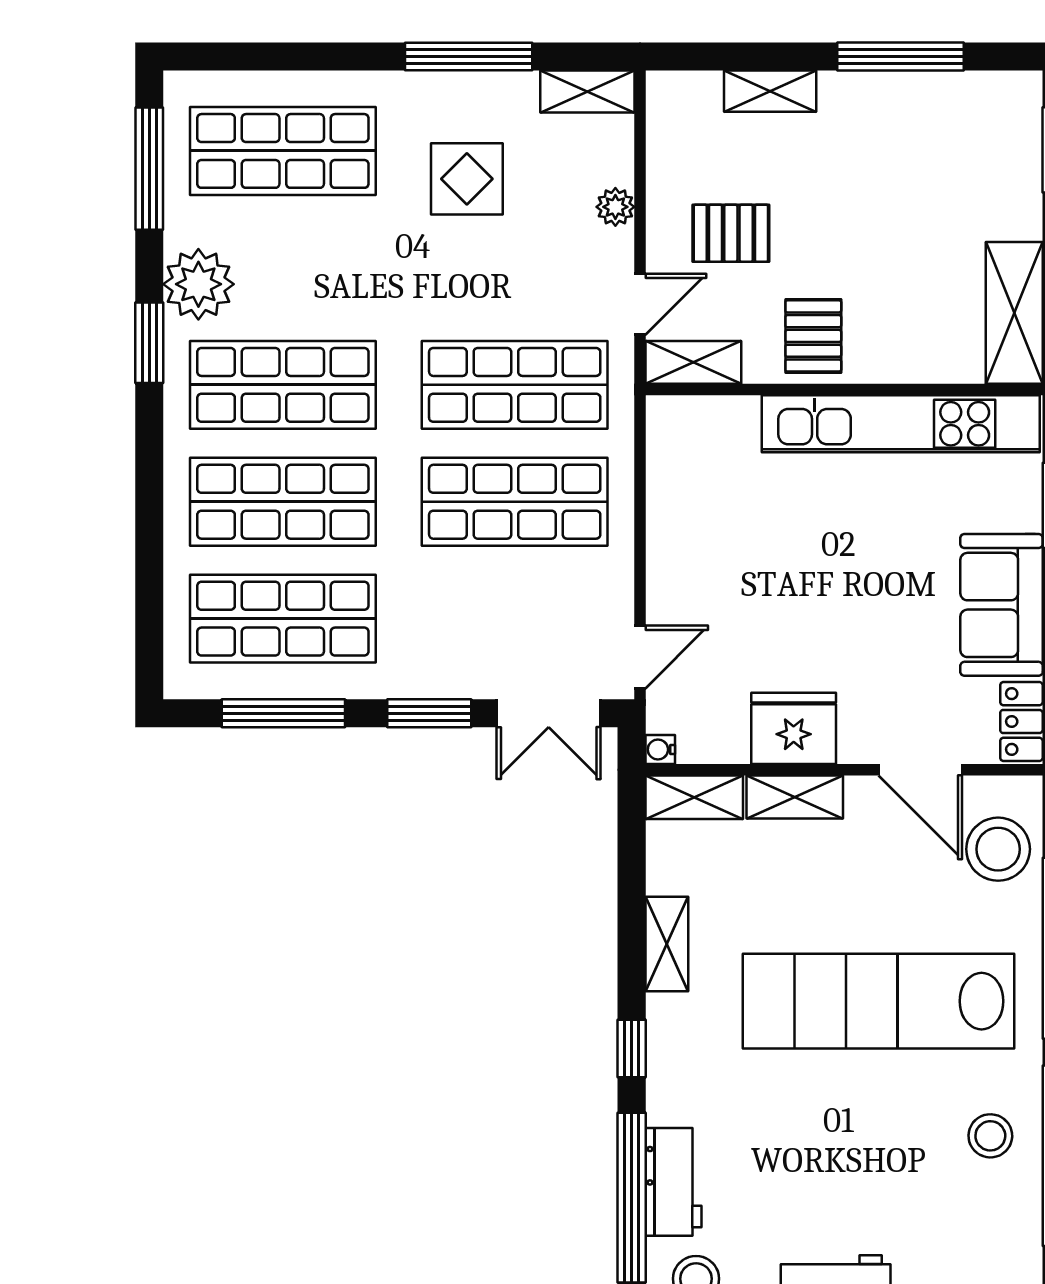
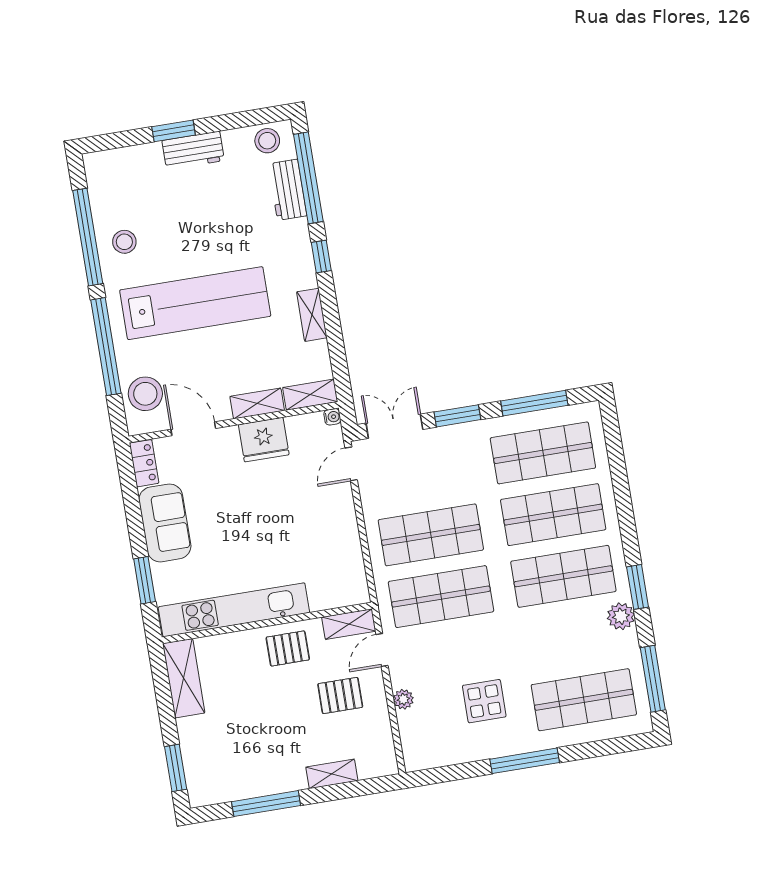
window: (469, 56) -> (525, 761), moved
shelving: (587, 92) -> (428, 758), removed
plant: (198, 284) -> (621, 616), width x0.73, depth x0.73
pallet: (813, 336) -> (288, 648), turned 90

